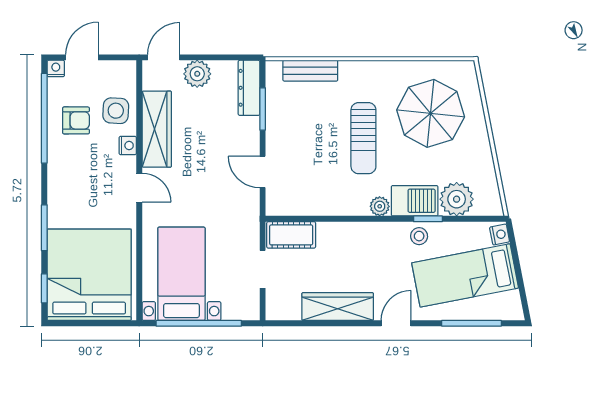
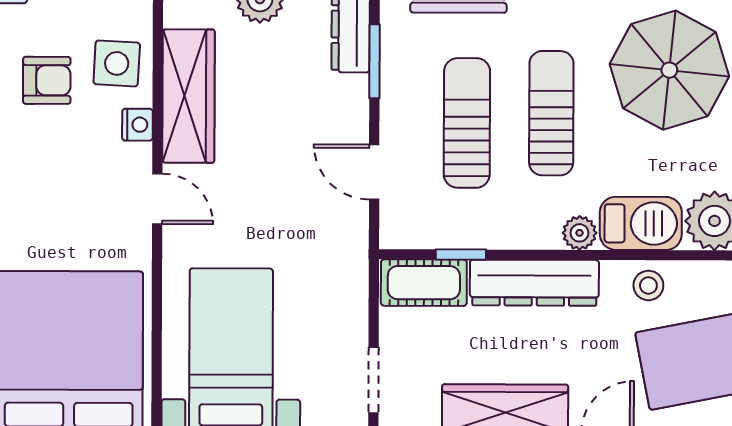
sun lounger: (363, 138) -> (551, 113), turned 180
sun lounger: (315, 144) -> (467, 123), added
window: (428, 219) -> (461, 254), moved
dresser: (354, 235) -> (534, 283), added
doorway: (263, 269) -> (373, 380), moved

